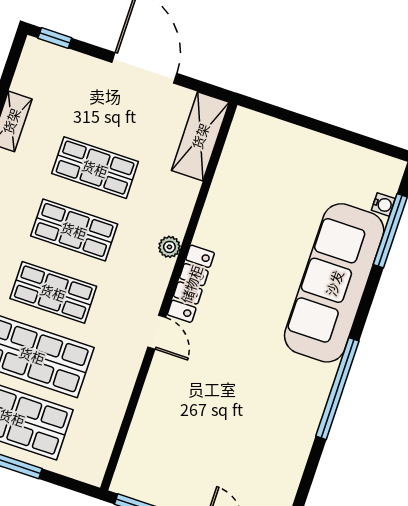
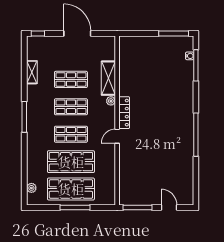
shelving: (200, 136) -> (108, 78), moved
window: (364, 141) -> (174, 34), added
sofa: (334, 283) -> (181, 93), removed
door: (157, 332) -> (117, 136), swing flipped

